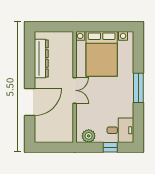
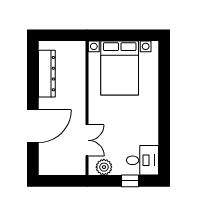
window: (138, 88) -> (164, 109), removed
double door: (75, 90) -> (87, 140), moved

